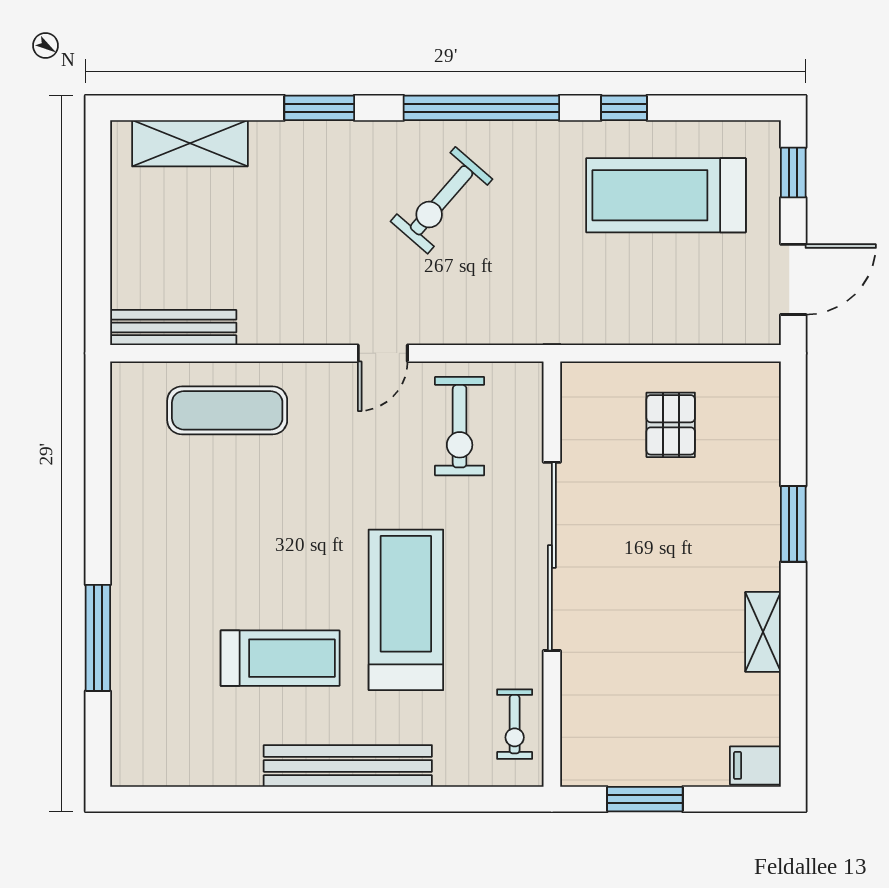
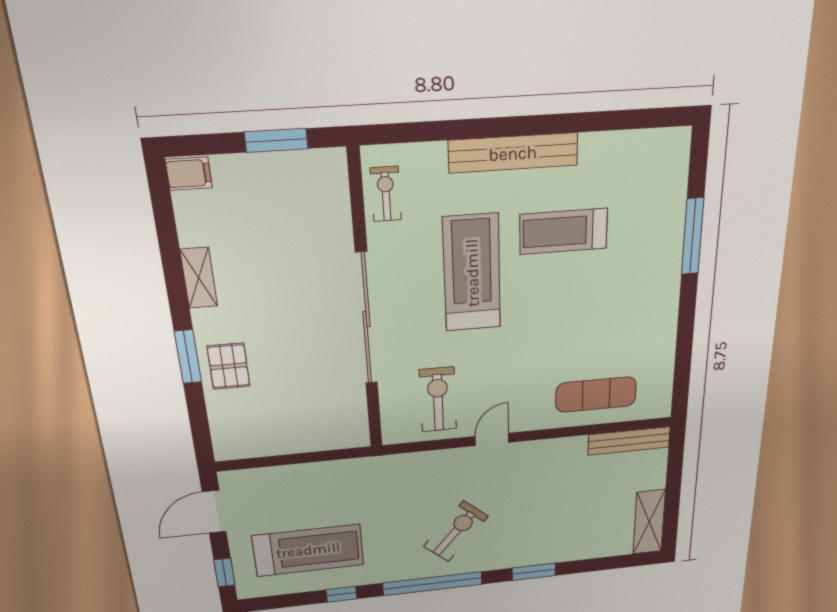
shelving: (190, 143) -> (649, 522), moved, turned 90
pallet: (671, 425) -> (229, 366), moved
treadmill: (406, 610) -> (472, 273), turned 180

